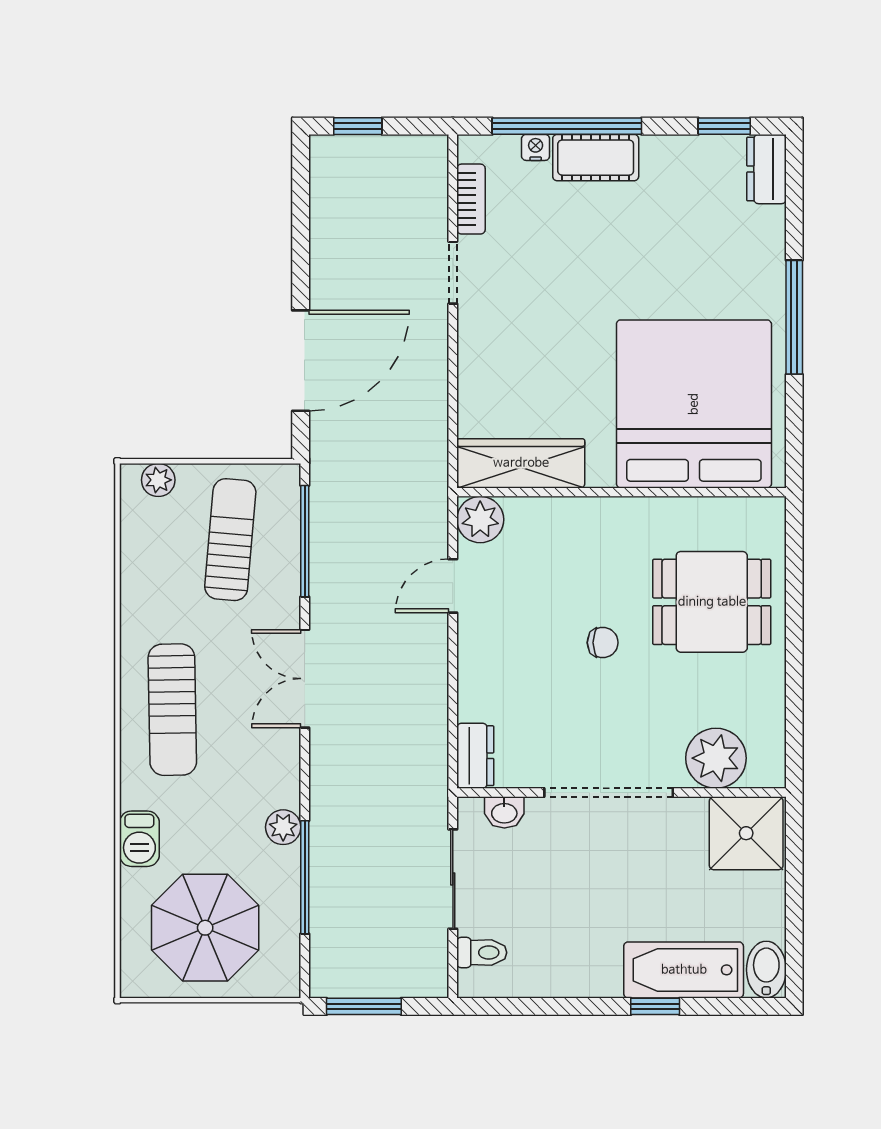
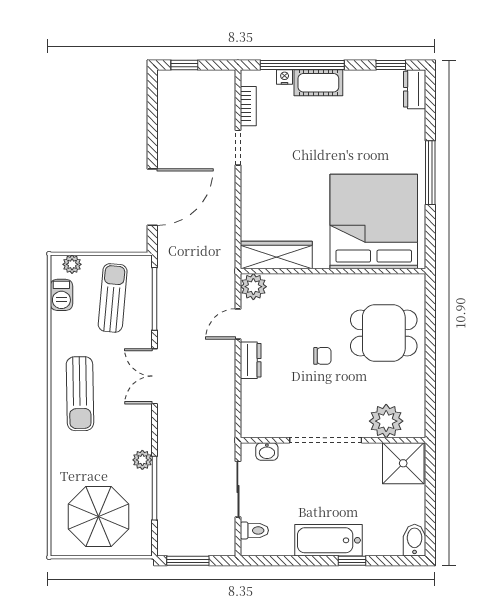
dresser: (475, 756) -> (251, 360), moved
barbecue: (139, 839) -> (61, 295), moved
bathtub: (684, 970) -> (328, 540), moved

